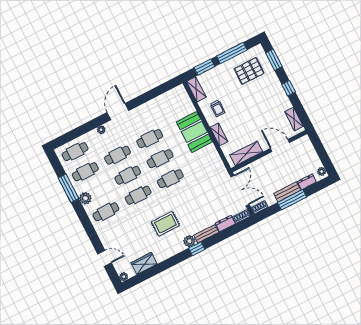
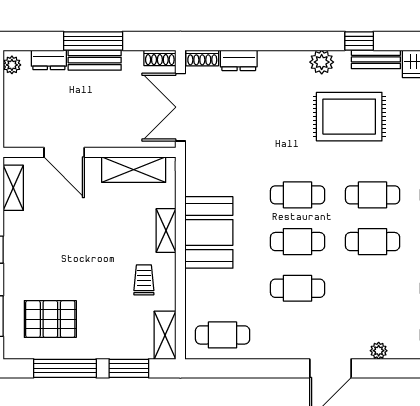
booth: (194, 132) -> (209, 232), moved
cafe table: (118, 155) -> (223, 335), moved
rug: (165, 224) -> (349, 117), width x1.36, depth x1.43
bench: (206, 234) -> (376, 59), moved
window: (197, 249) -> (359, 41), moved

